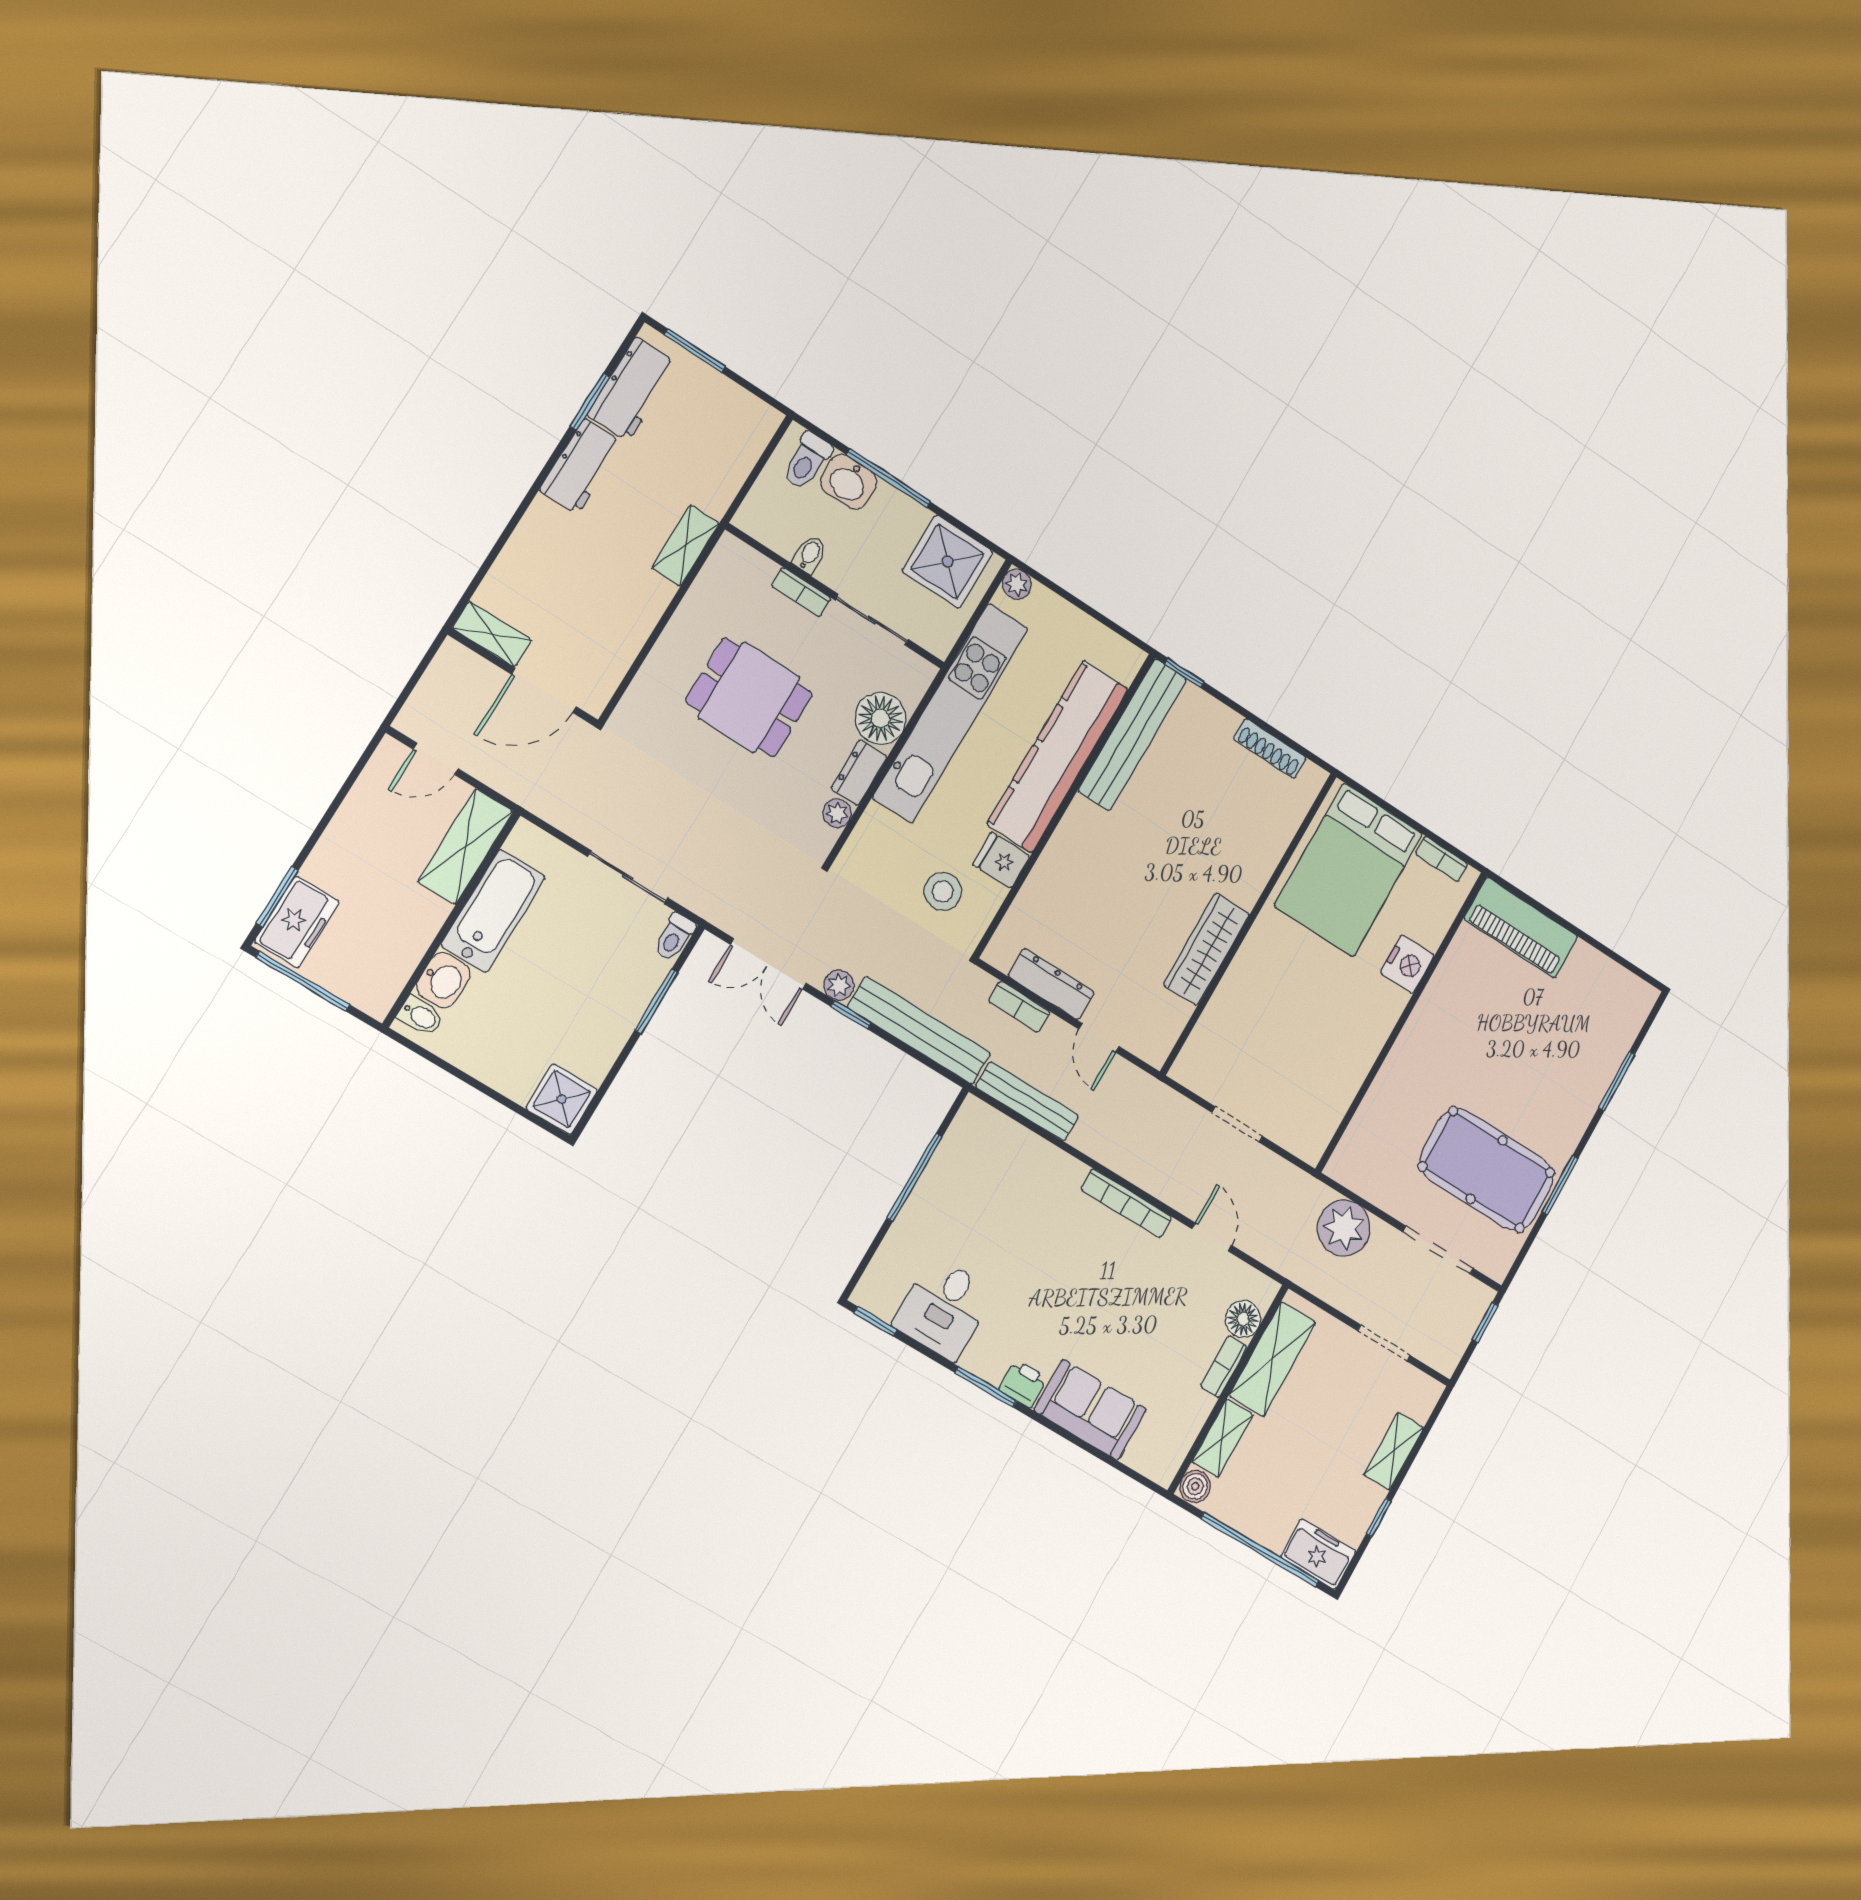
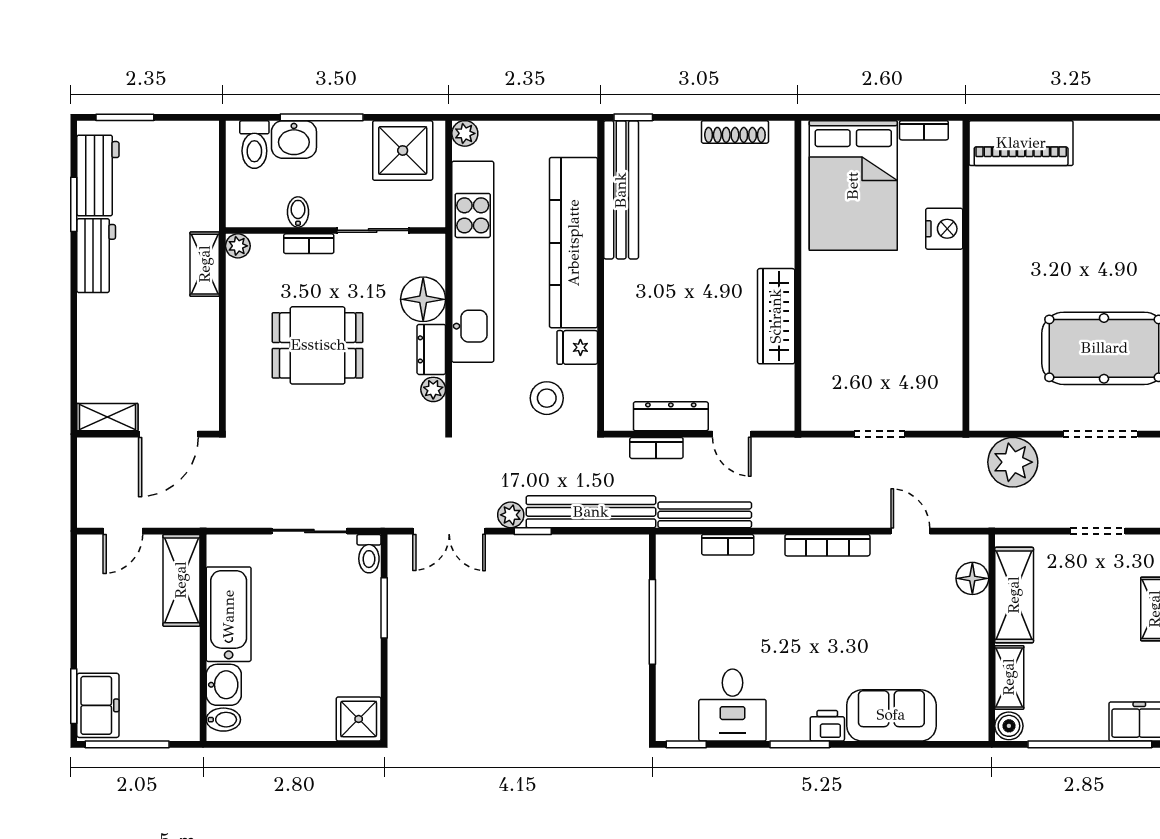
plant: (730, 549) -> (238, 246), added
bookcase: (1224, 1367) -> (728, 545), moved, turned -90

